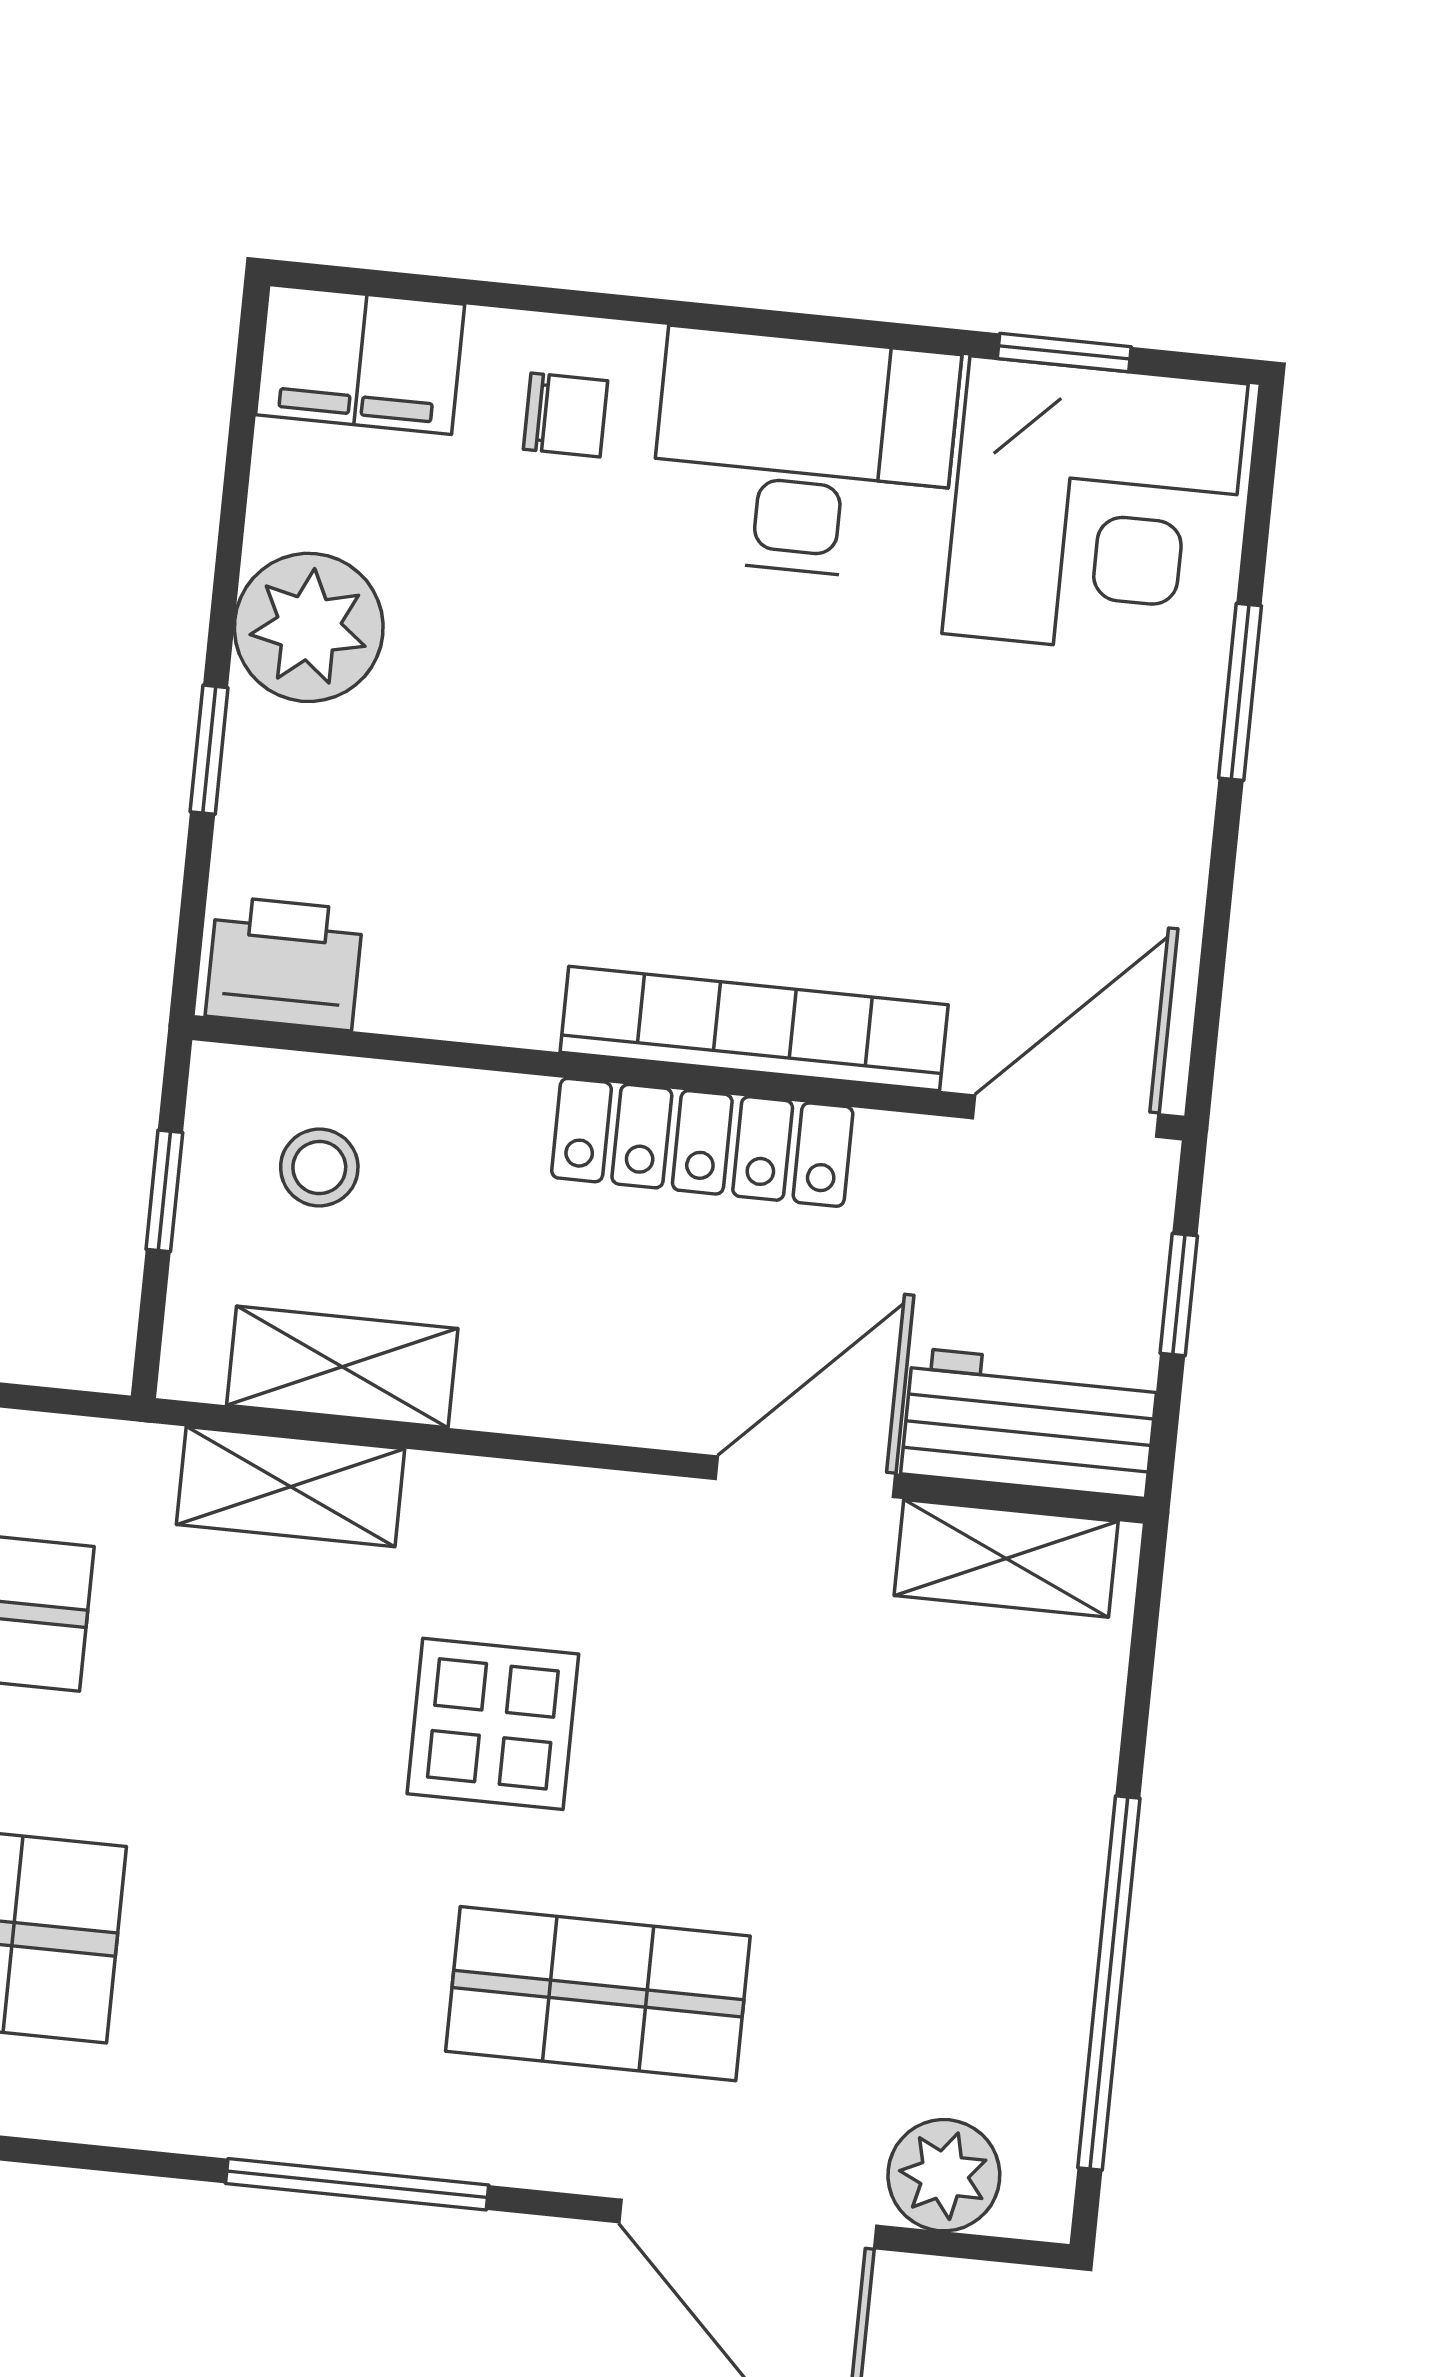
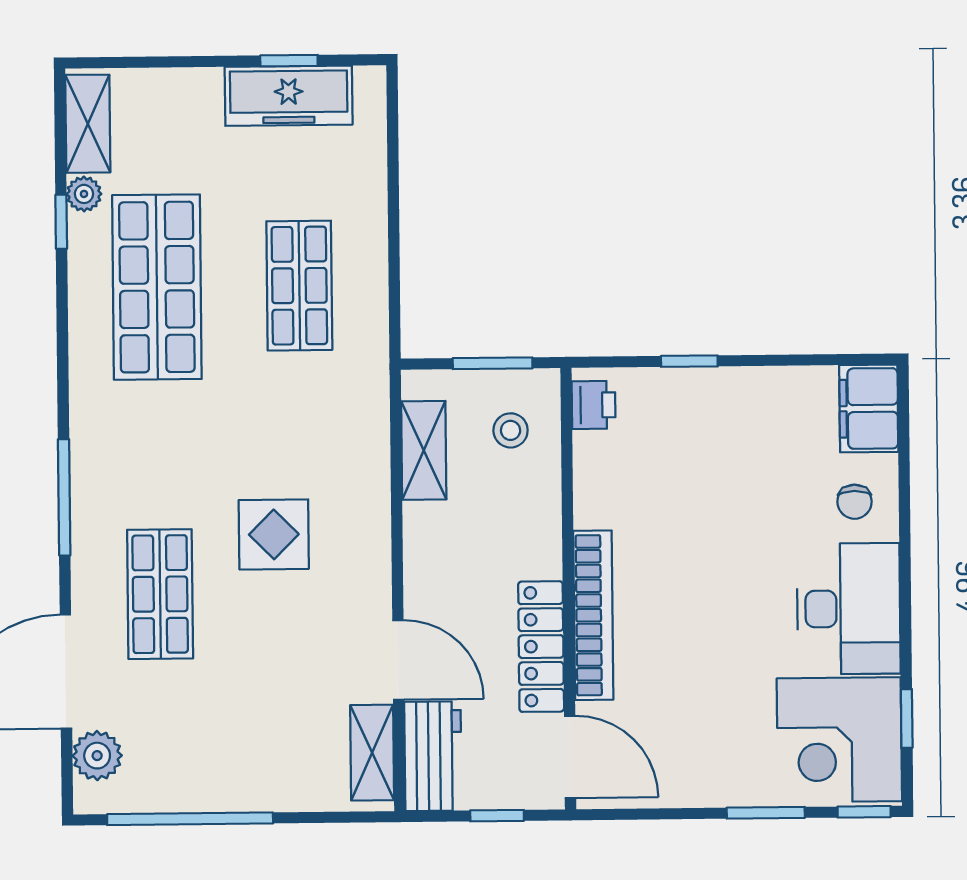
window: (1262, 471) -> (864, 812), added
plant: (309, 627) -> (748, 399), removed
printer: (284, 963) -> (594, 405), width x0.73, depth x0.81
locker: (702, 1142) -> (541, 647), moved
window: (164, 1191) -> (493, 363), width x1.50
shelving: (291, 1487) -> (368, 434), removed

